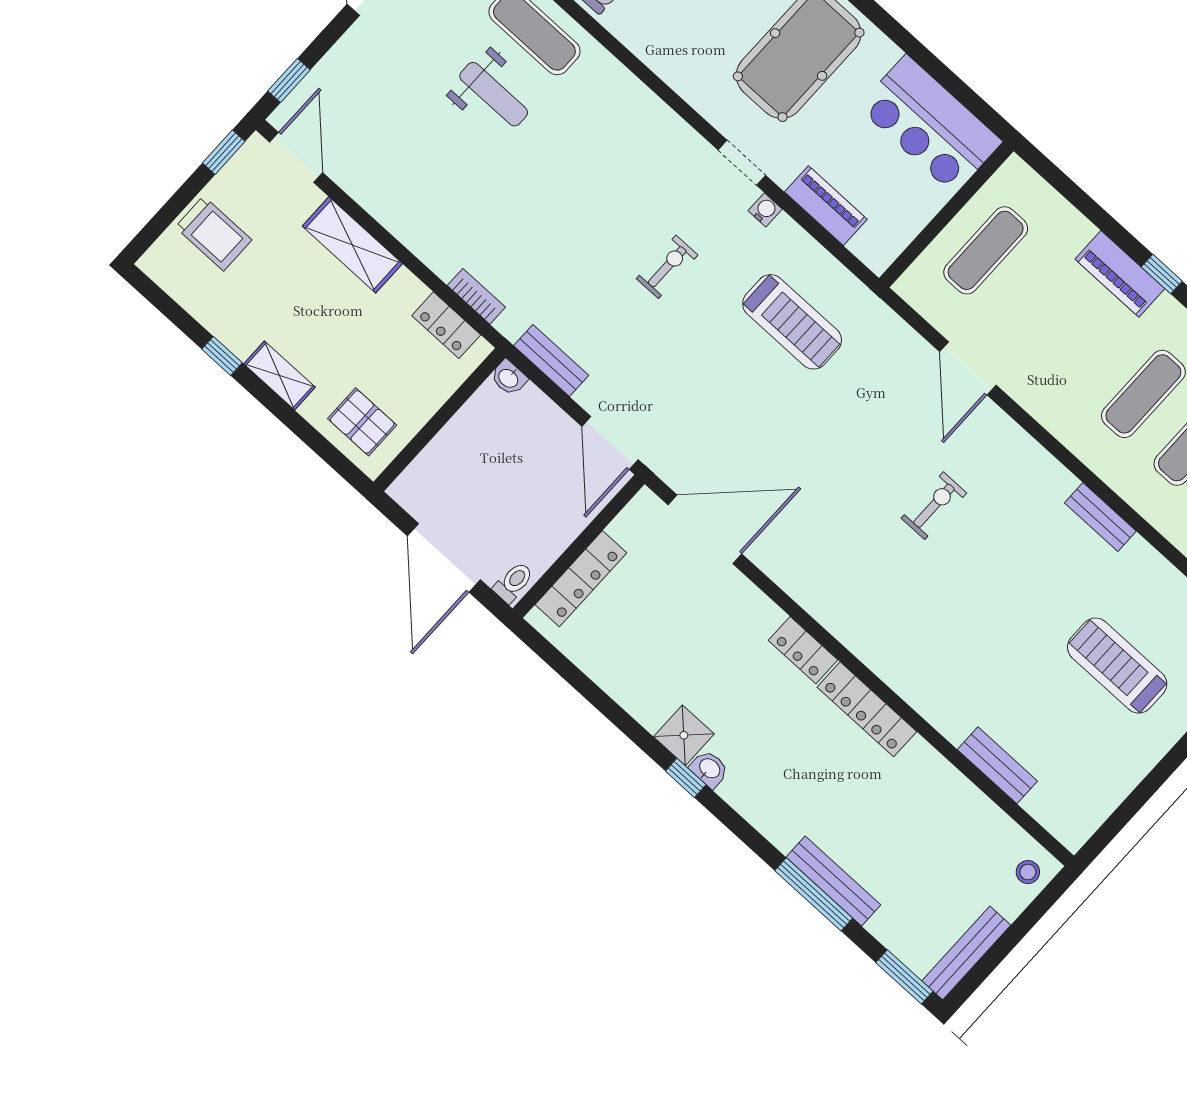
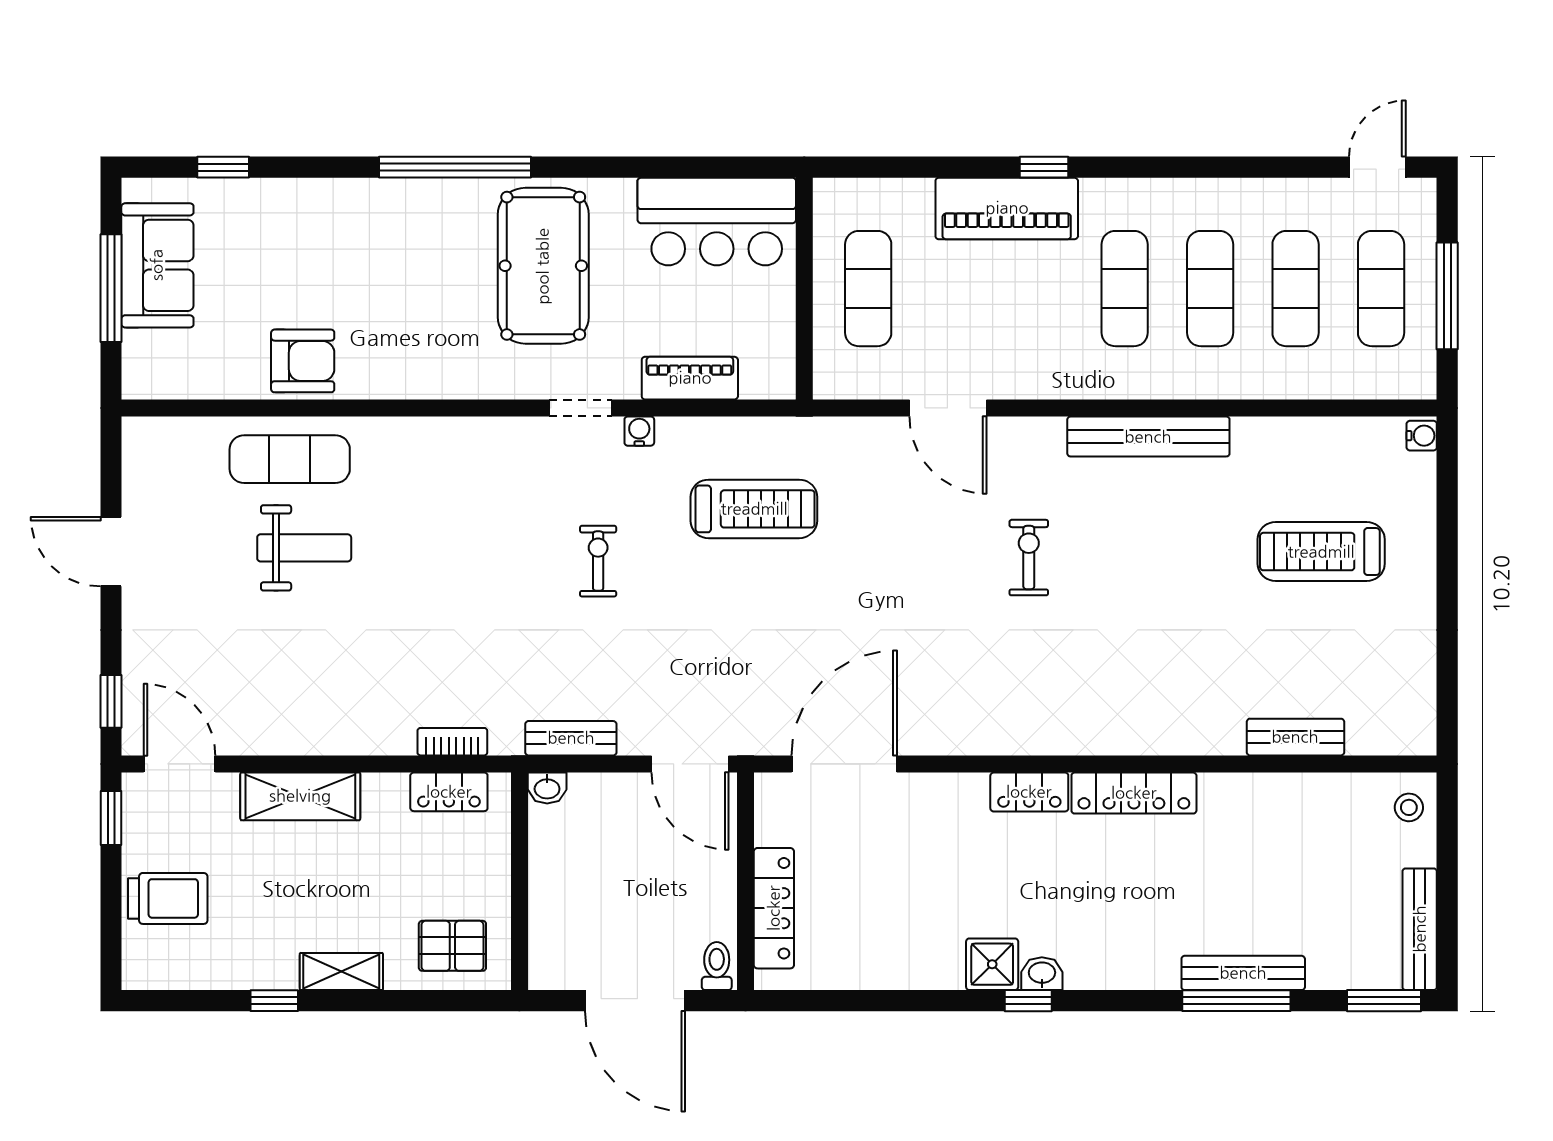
piano: (1120, 274) -> (1007, 208), width x1.37, depth x1.33
bench: (1100, 517) -> (1148, 437), width x1.86, depth x1.21

